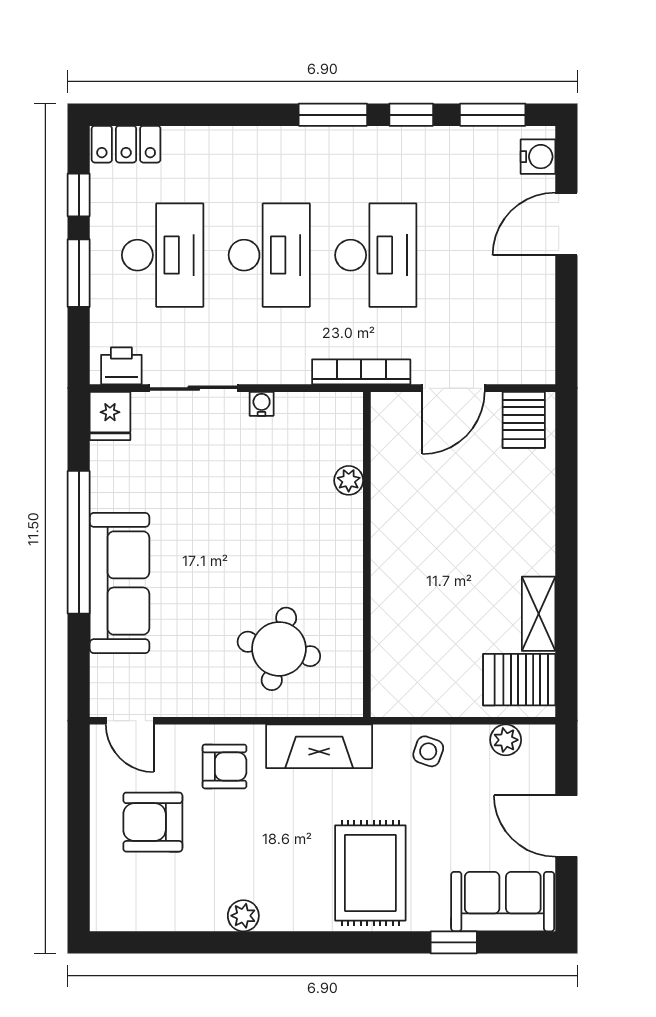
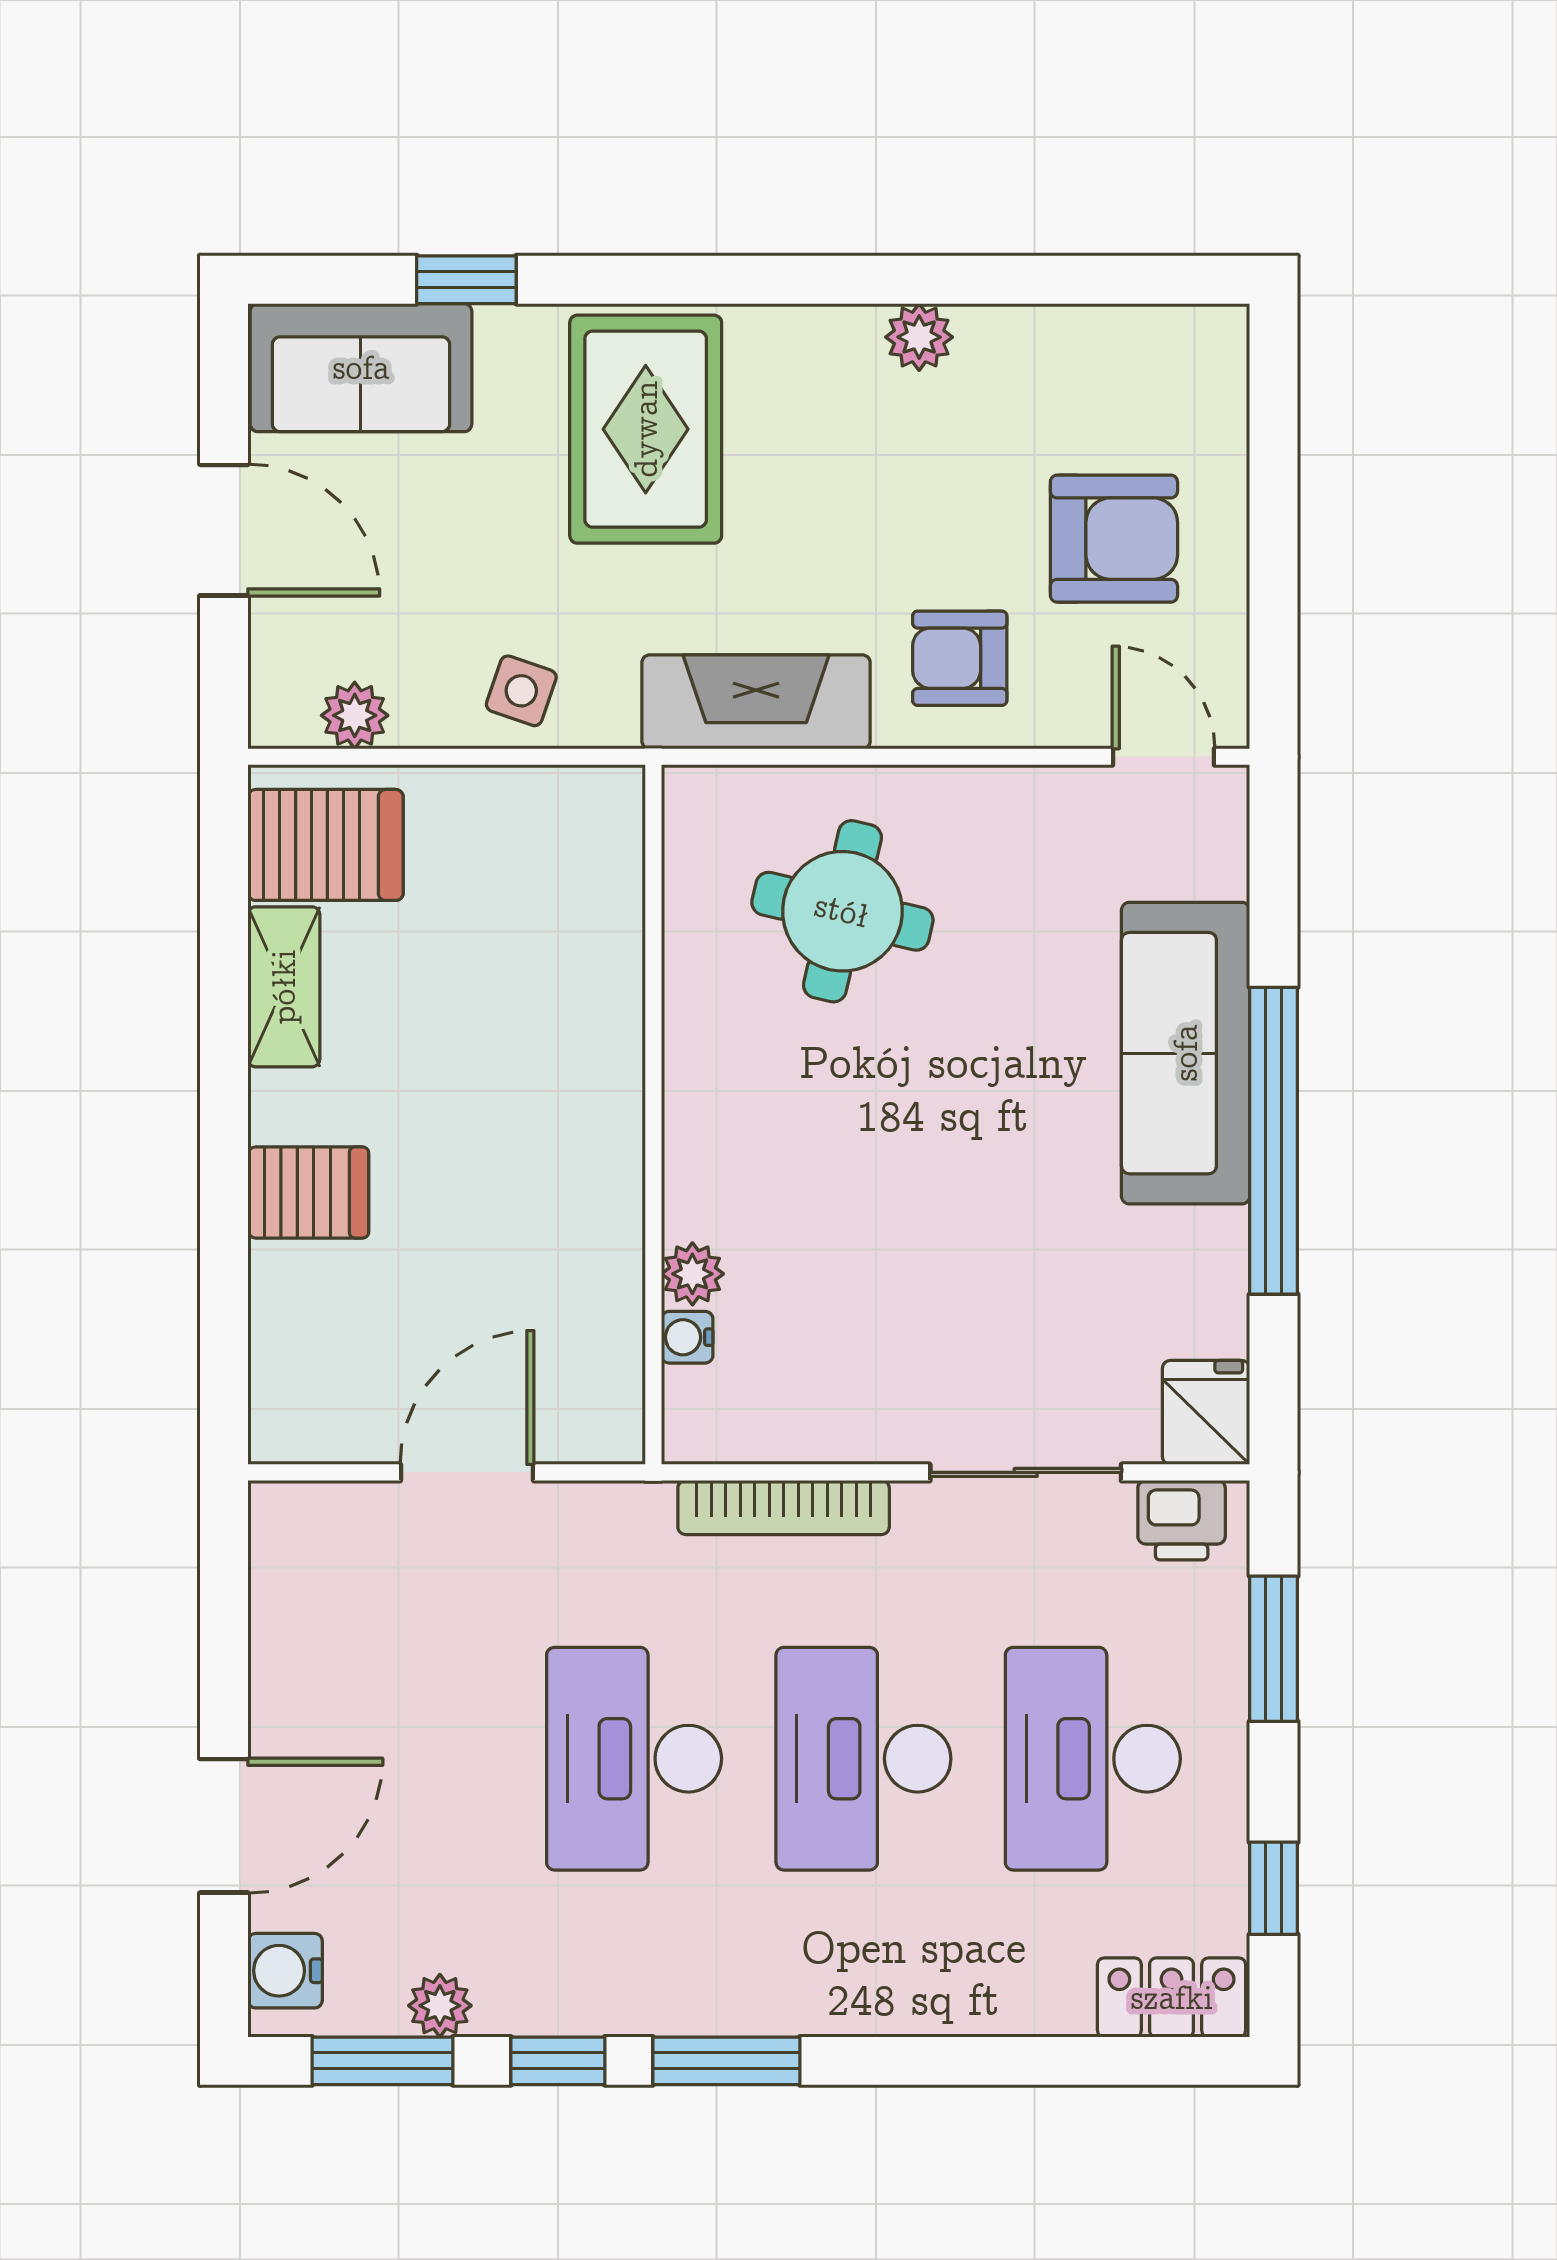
plant: (466, 140) -> (440, 2006), added
window: (79, 273) -> (1274, 1649), moved
bookcase: (361, 372) -> (784, 1507), moved
water cooler: (262, 404) -> (687, 1337), moved, turned 90
server rack: (524, 420) -> (308, 1192), moved, turned 90

